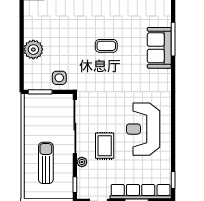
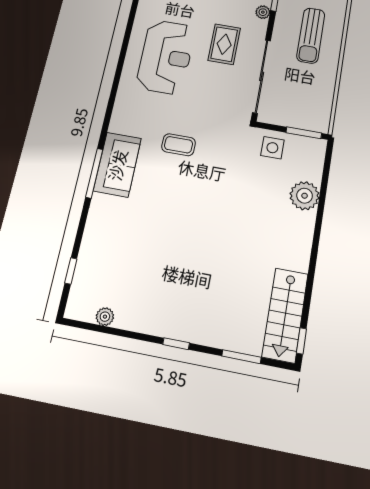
coffee table: (106, 46) -> (178, 145), moved
plant: (82, 162) -> (263, 12), moved

